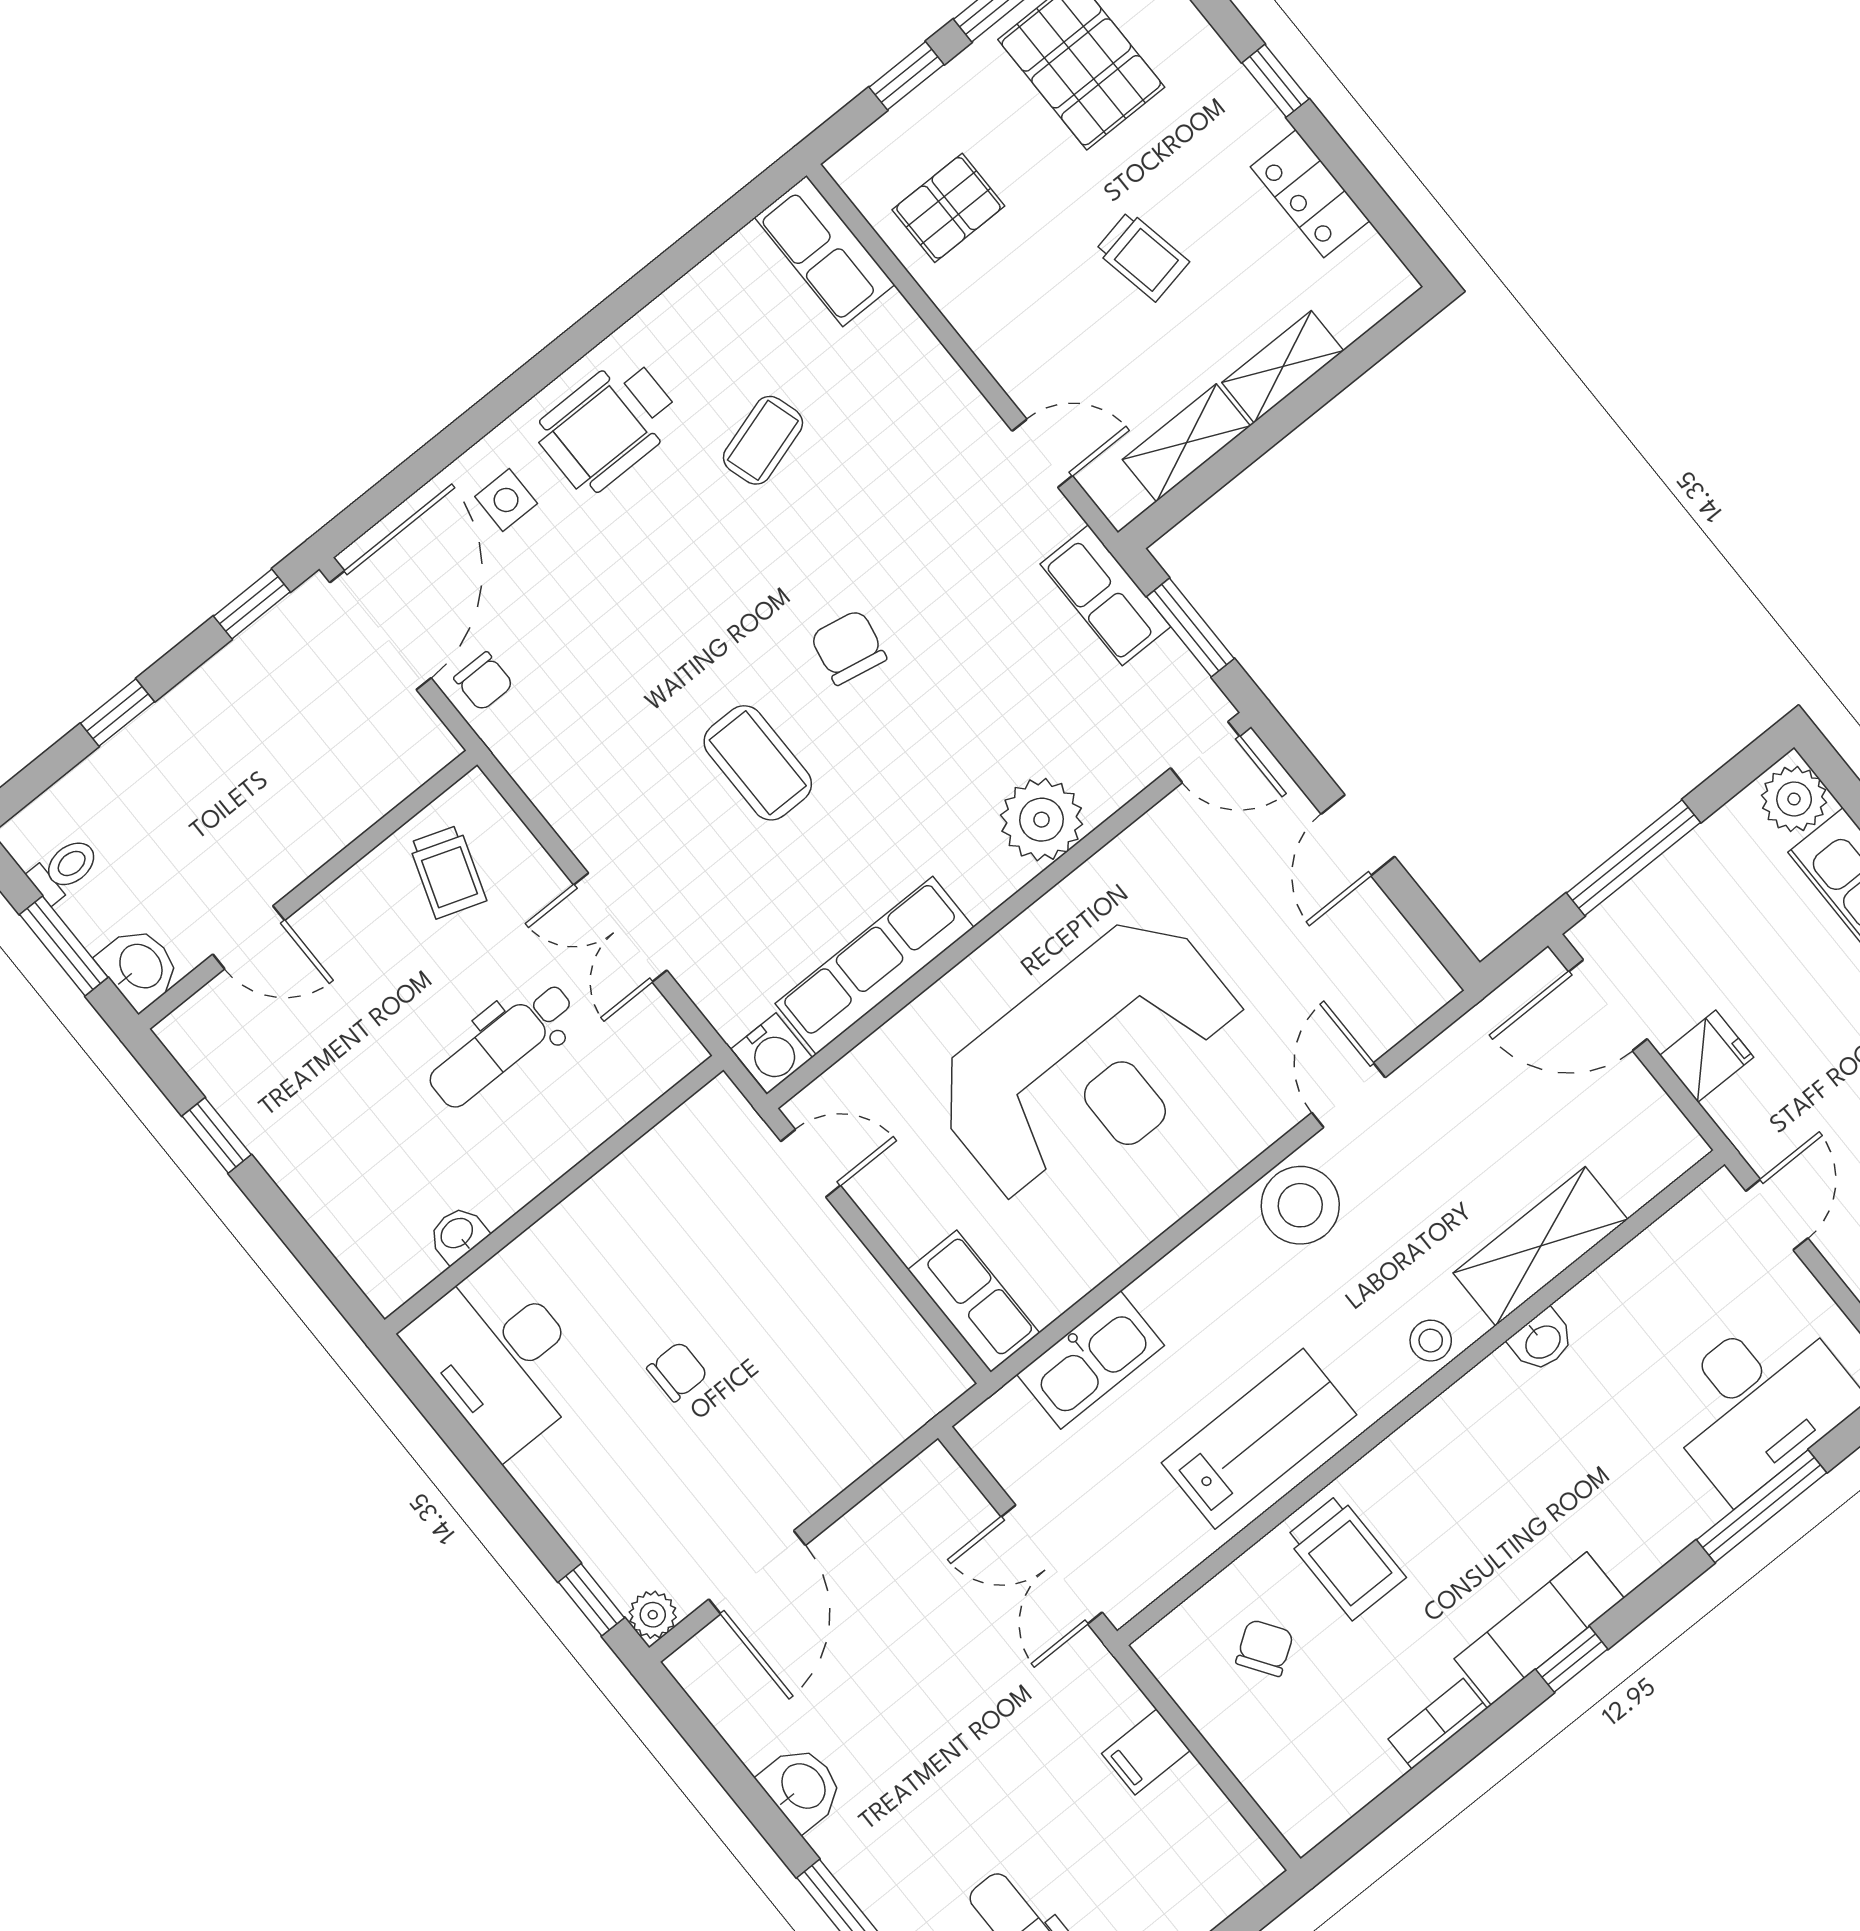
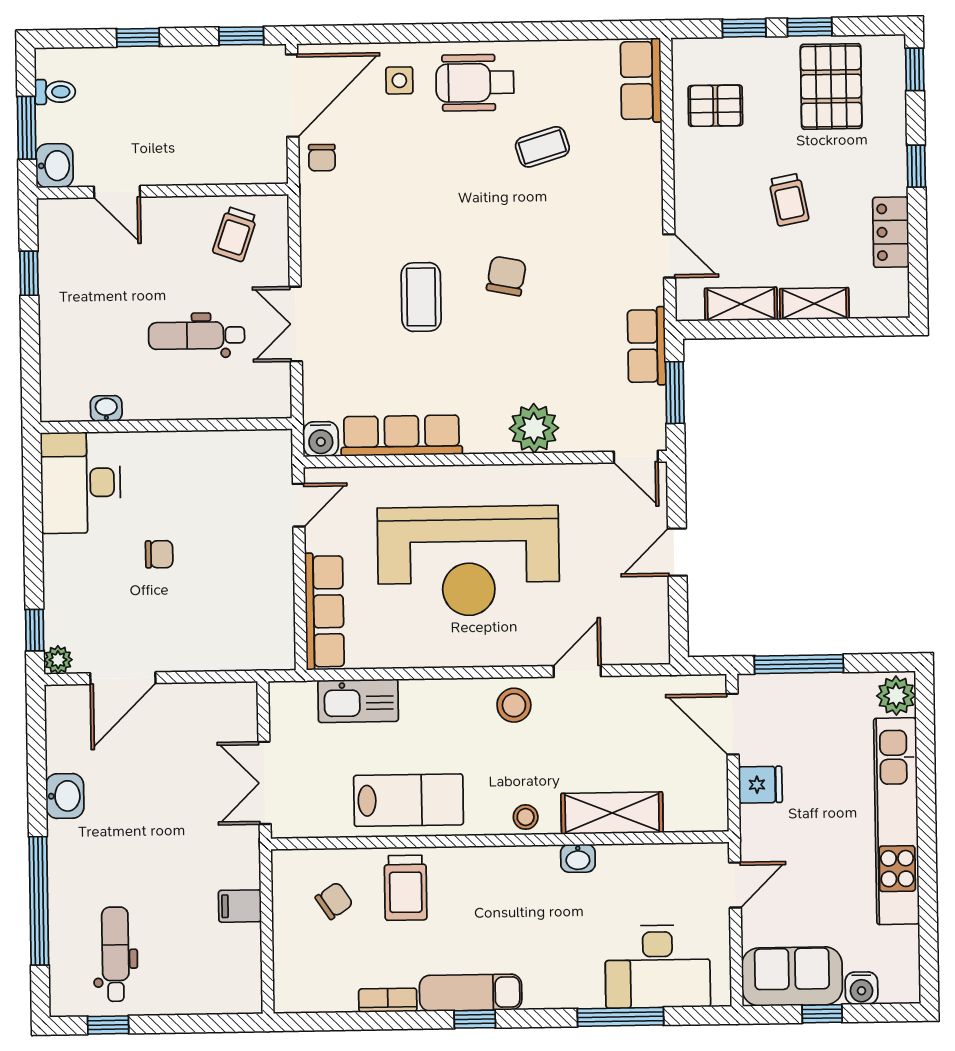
door: (811, 1163) -> (299, 505), hinge flipped
stool: (1300, 1205) -> (514, 705), width x0.73, depth x0.73
row of seats: (974, 1301) -> (324, 611), width x1.48

